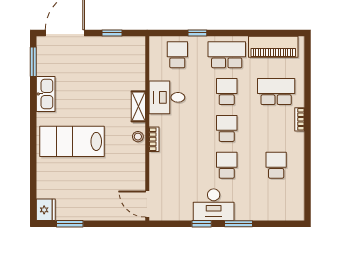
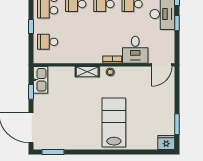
kitchen sink: (46, 94) -> (40, 80), moved, turned 90
desk: (167, 97) -> (135, 50), moved
lab bench: (72, 141) -> (114, 122), turned 180

